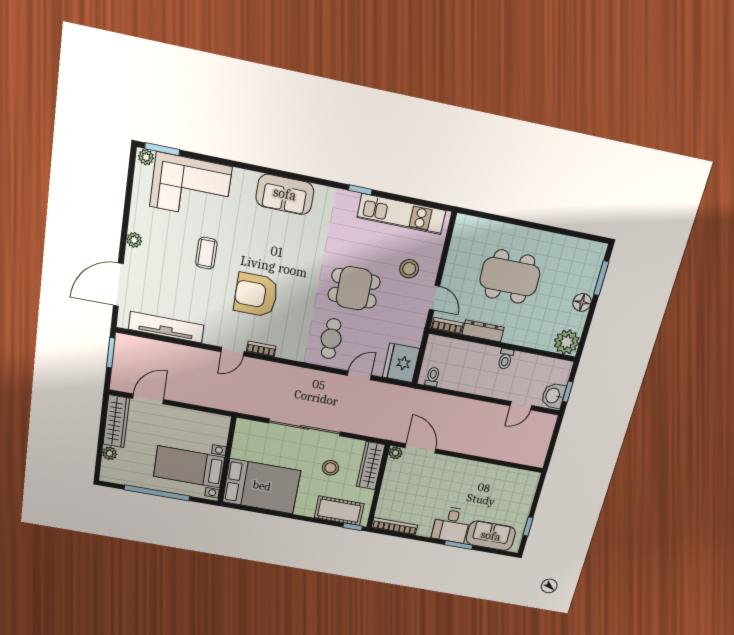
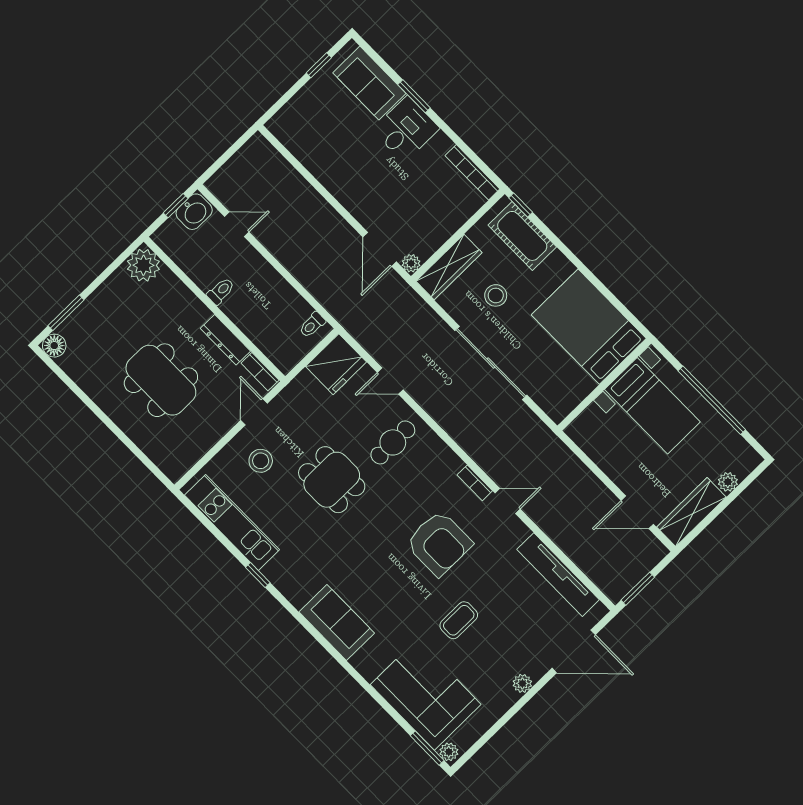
floor lamp: (582, 302) -> (54, 346), moved

